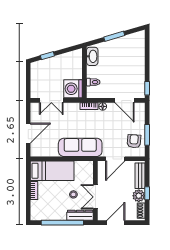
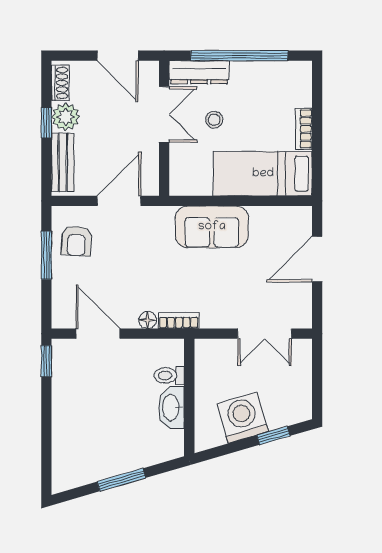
washbasin: (92, 56) -> (171, 408), moved
washing machine: (73, 89) -> (243, 417), moved, turned -106
double door: (51, 100) -> (265, 334), swing flipped
sofa: (80, 147) -> (212, 227), width x0.73
door: (116, 223) -> (118, 56), hinge flipped

